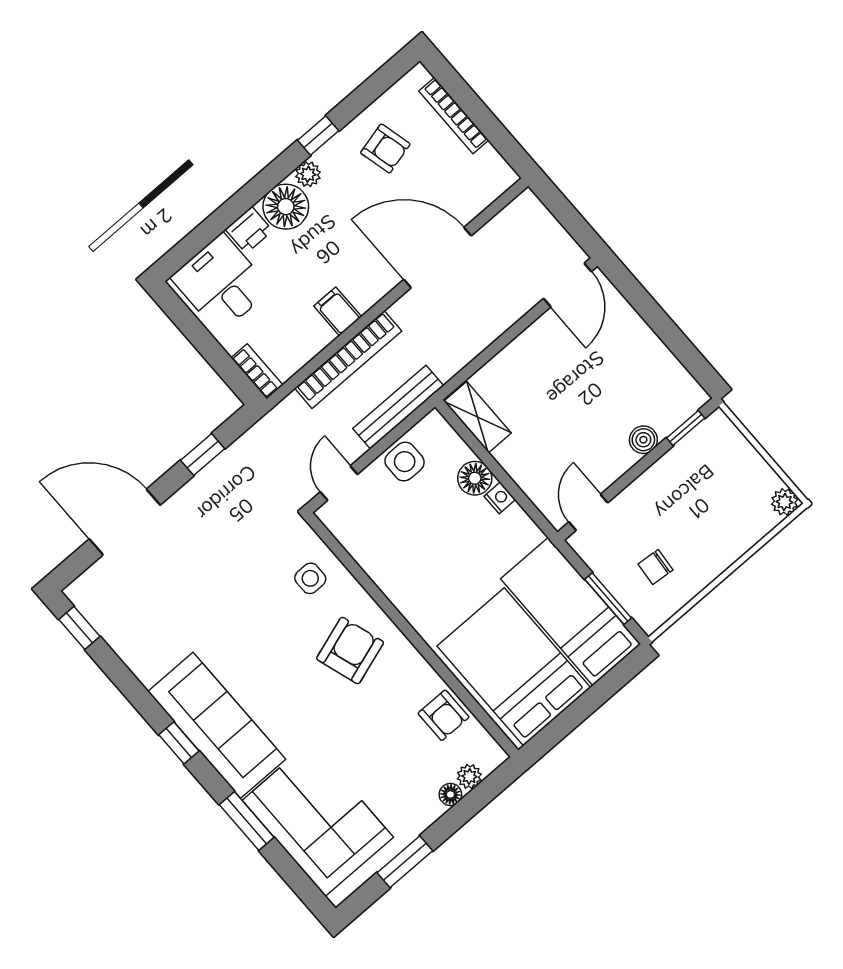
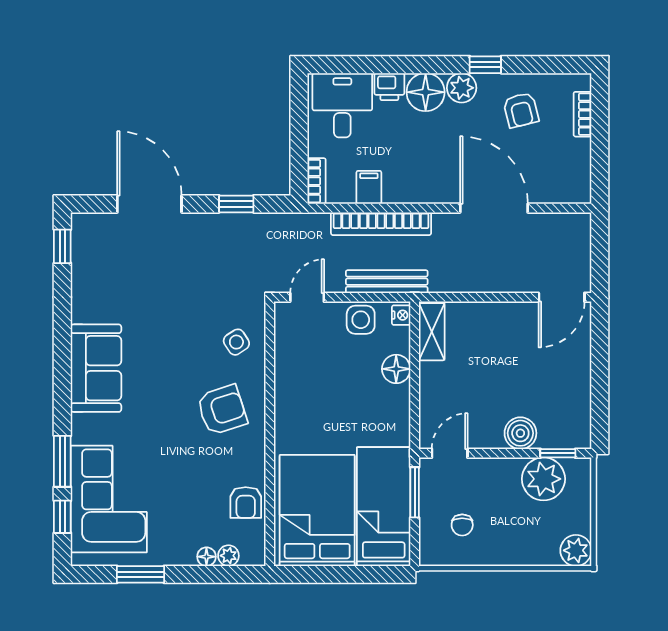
bookcase: (454, 116) -> (583, 114), width x0.64
plant: (308, 174) -> (462, 88), width x1.38, depth x1.38
filing cabinet: (338, 311) -> (369, 187), moved
boiler: (643, 440) -> (520, 433), width x1.36, depth x1.36
plant: (693, 462) -> (543, 479), added
nightstand: (500, 498) -> (401, 315), moved
plant: (785, 502) -> (576, 550), width x1.38, depth x1.38
chair: (655, 567) -> (462, 525), turned -95
side table: (310, 578) -> (236, 342), turned -33
window: (608, 599) -> (415, 492), moved
sofa: (217, 725) -> (96, 368), width x0.73
window: (179, 743) -> (62, 517), moved

